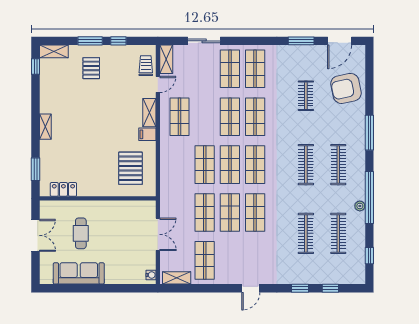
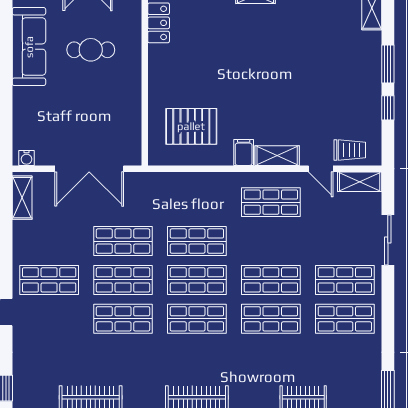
pallet: (91, 68) -> (346, 66), removed
double door: (158, 234) -> (89, 169), width x1.37
shop shelf: (205, 260) -> (49, 280), moved

